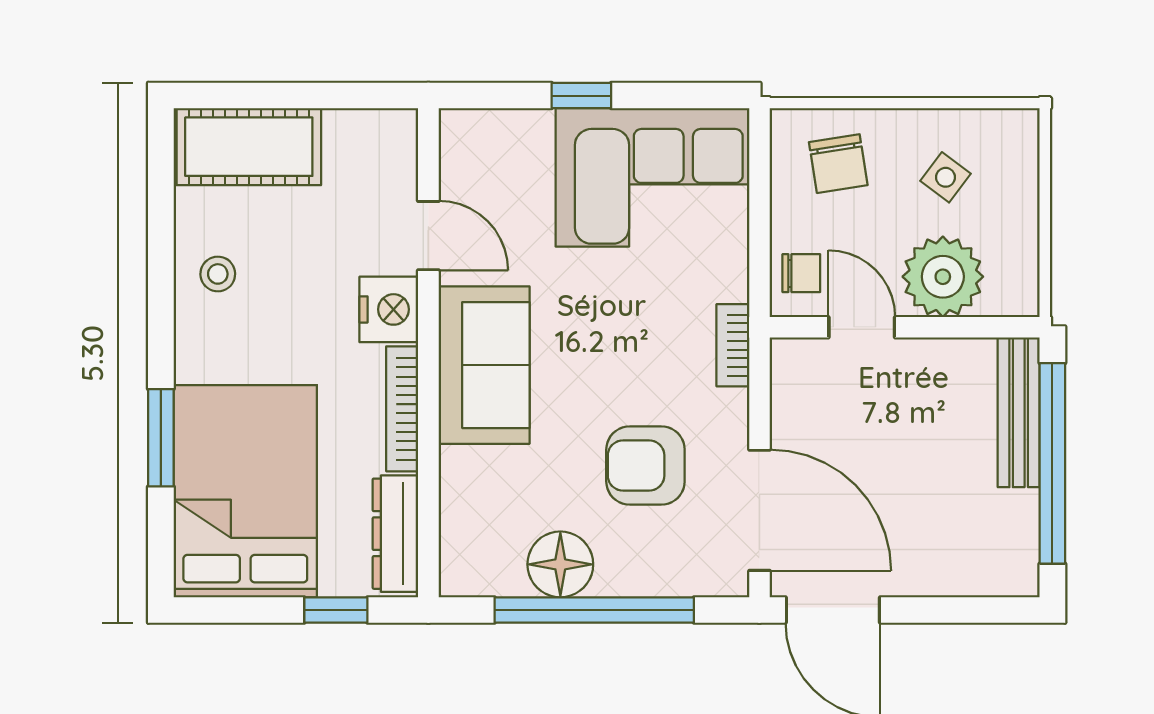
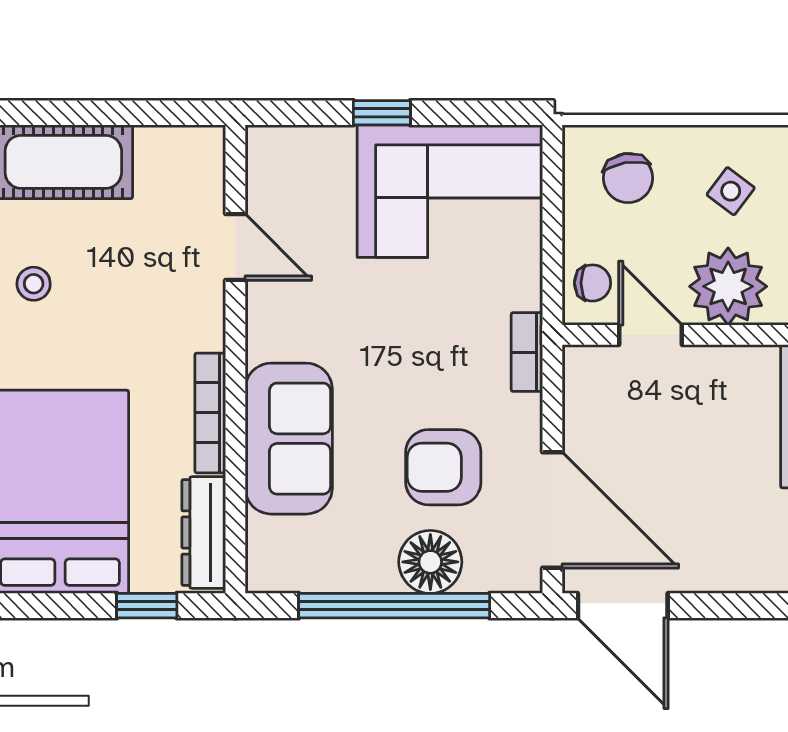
nightstand: (389, 309) -> (197, 318), removed
sofa: (484, 365) -> (289, 439), moved
floor lamp: (560, 564) -> (430, 562), moved

